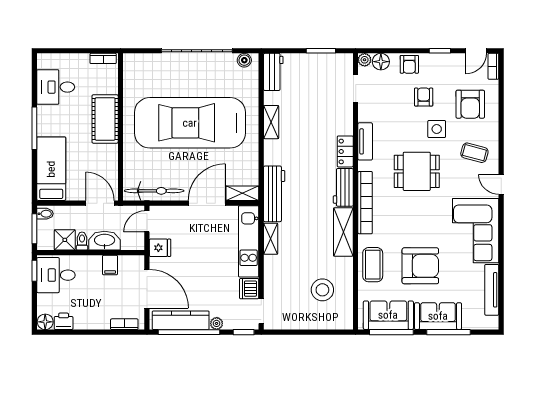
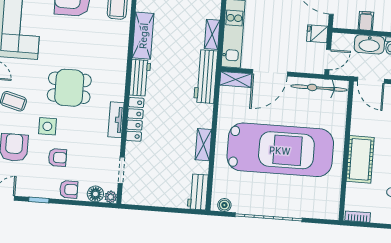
window: (321, 51) -> (151, 209), removed
armchair: (409, 64) -> (69, 189), turned 90
armchair: (424, 97) -> (57, 157), turned -90
locker: (345, 151) -> (135, 119), width x1.53
bookcase: (365, 203) -> (120, 62), removed

